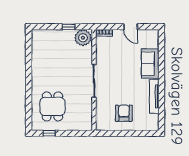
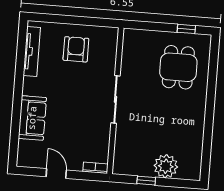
plant: (83, 38) -> (166, 166), moved
tv unit: (154, 96) -> (32, 52), moved
armchair: (124, 113) -> (76, 49), turned 180

